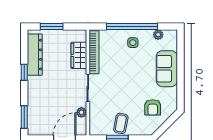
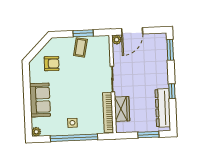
plant: (158, 35) -> (36, 132), moved
armchair: (153, 107) -> (52, 64), turned 91
plant: (81, 112) -> (117, 40), moved

